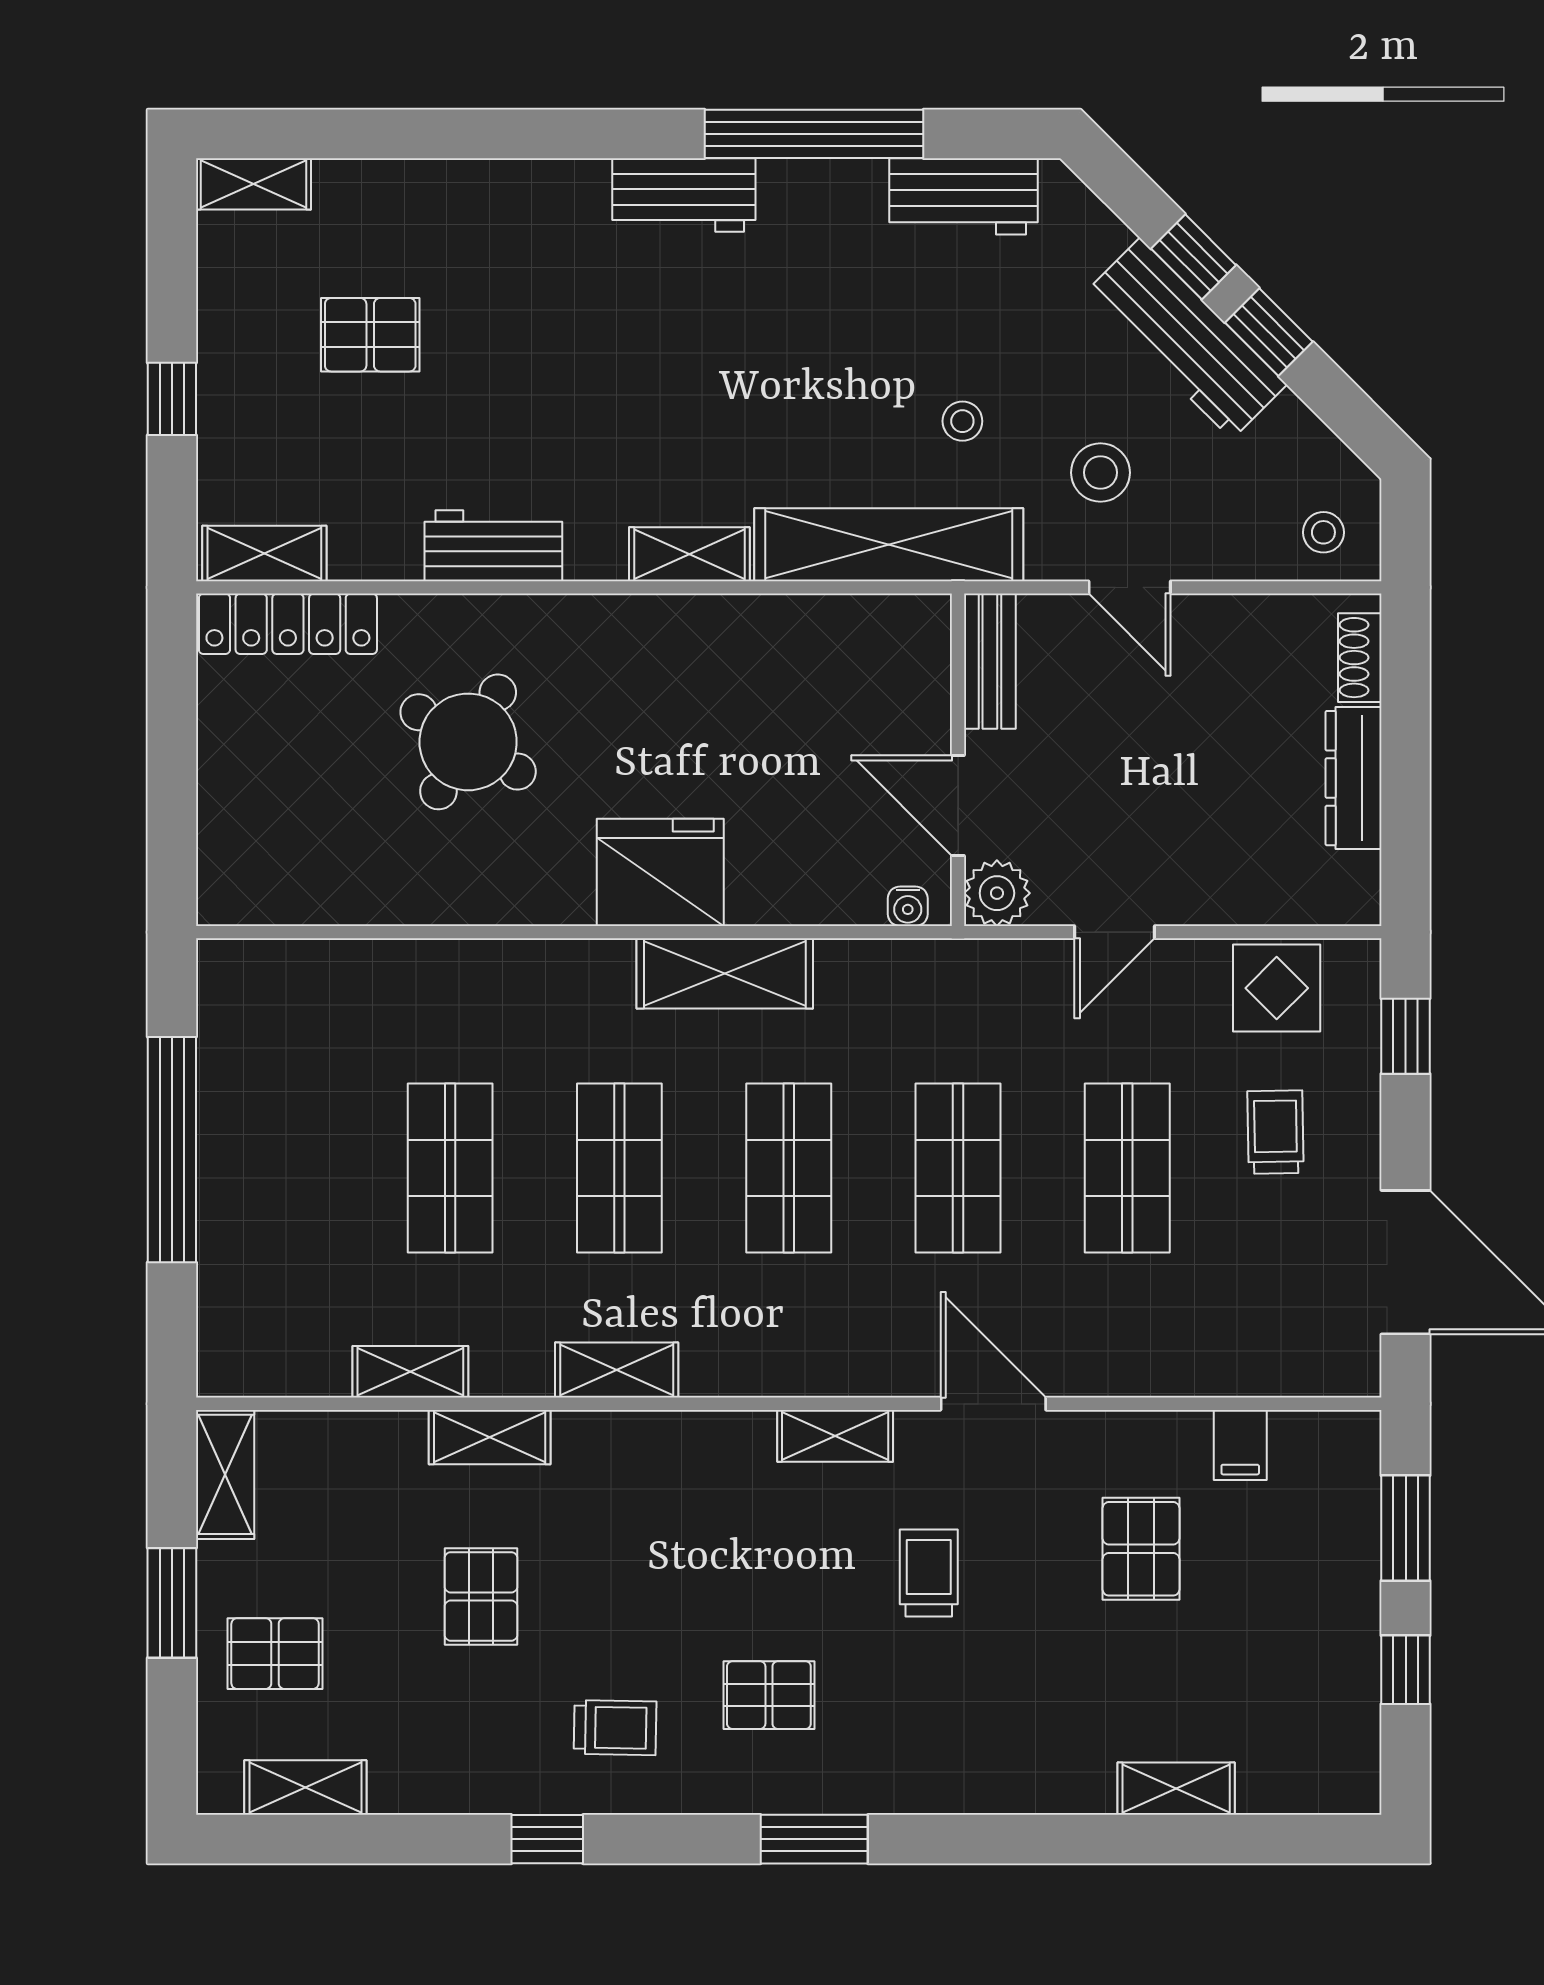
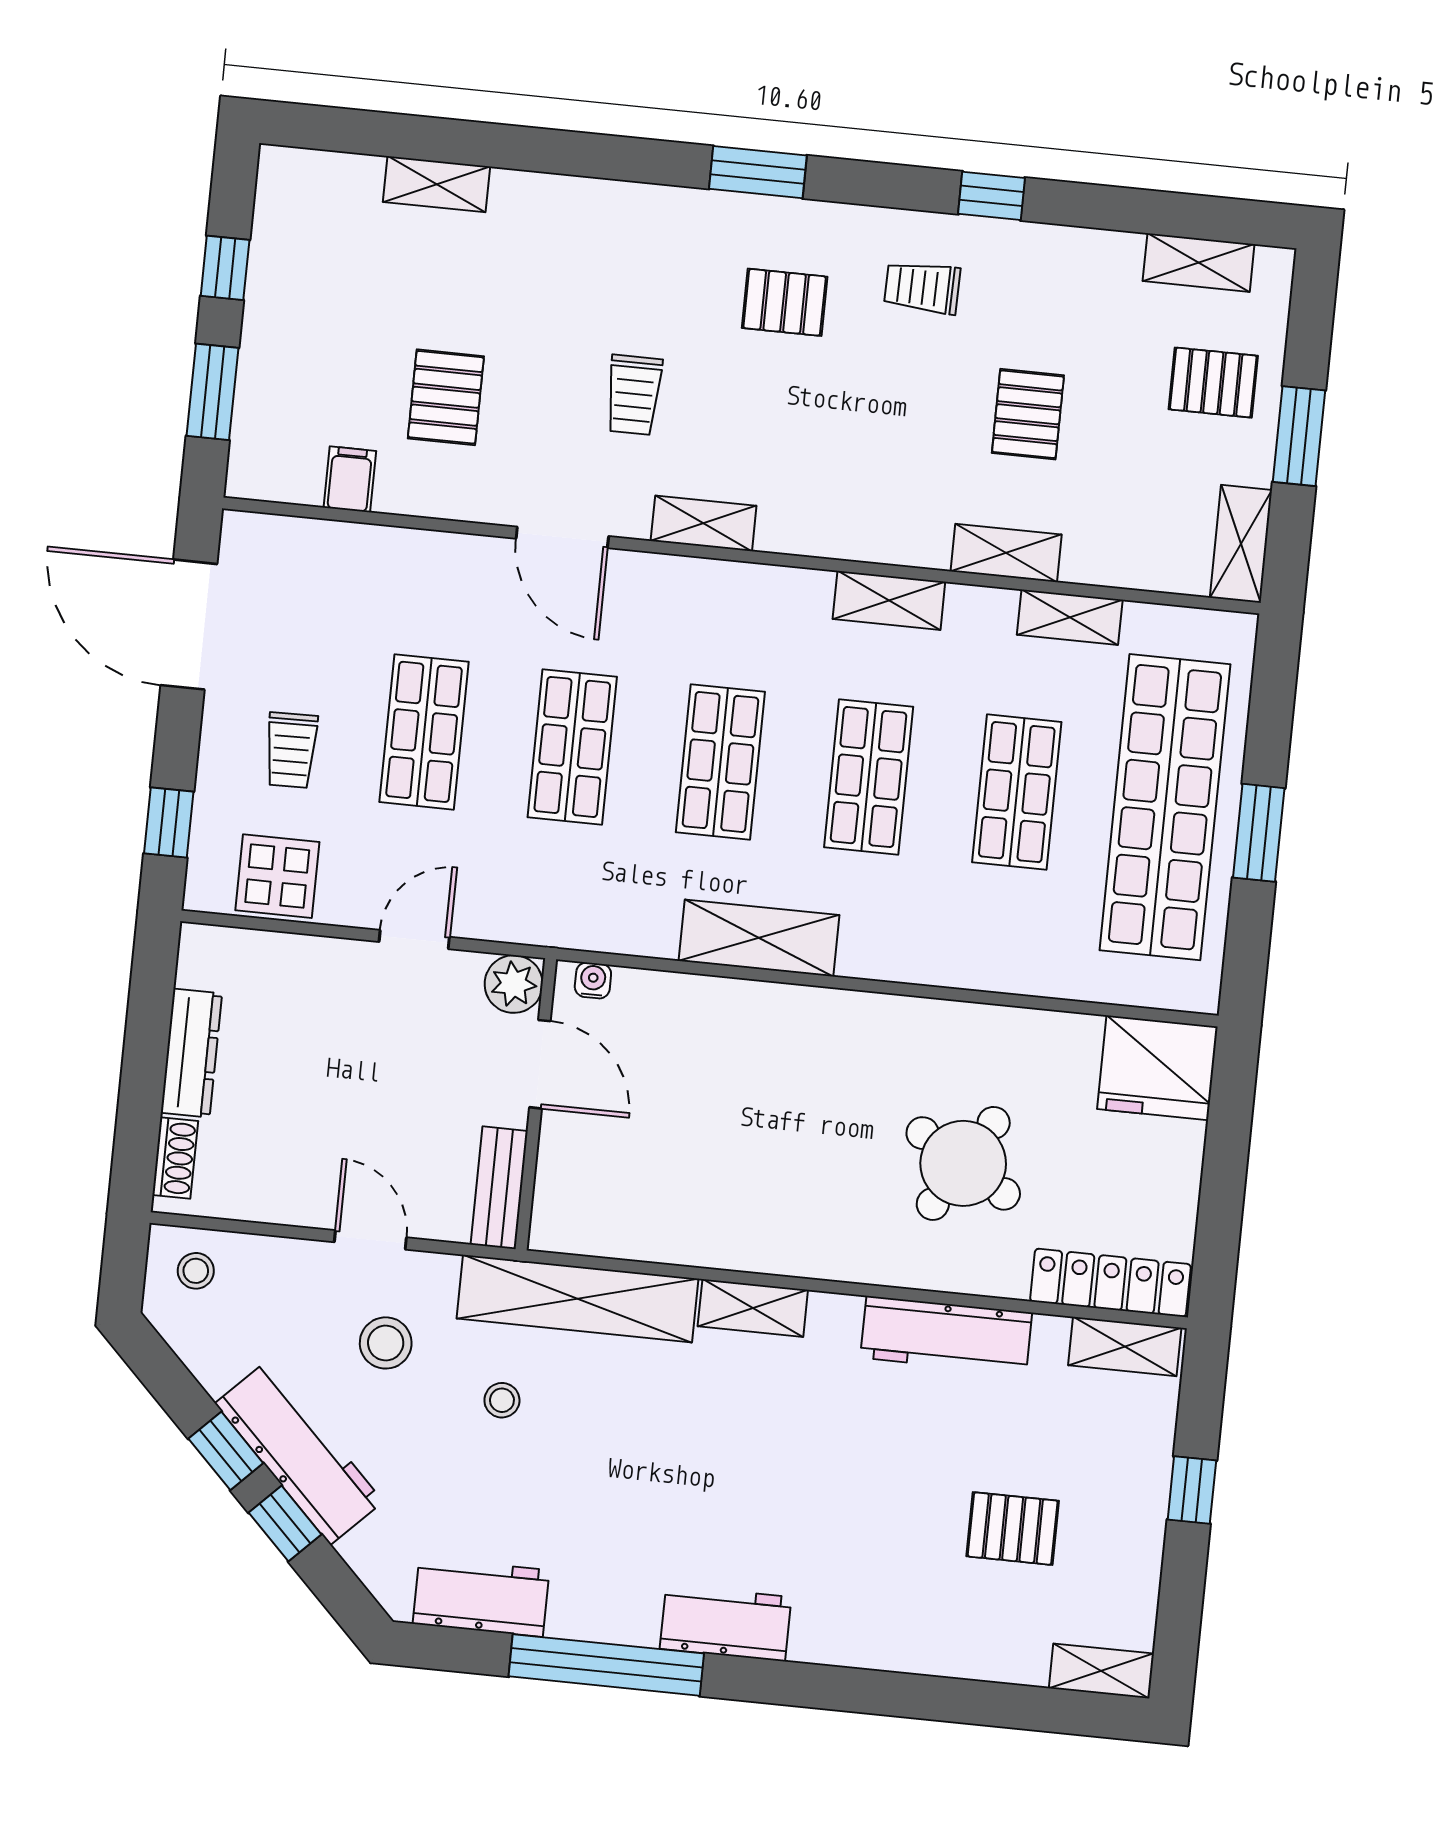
workbench: (493, 546) -> (946, 1335), width x1.38
fridge: (660, 872) -> (1157, 1068), moved
window: (172, 1150) -> (1259, 833), width x0.47
shop shelf: (281, 1168) -> (1165, 807), added

